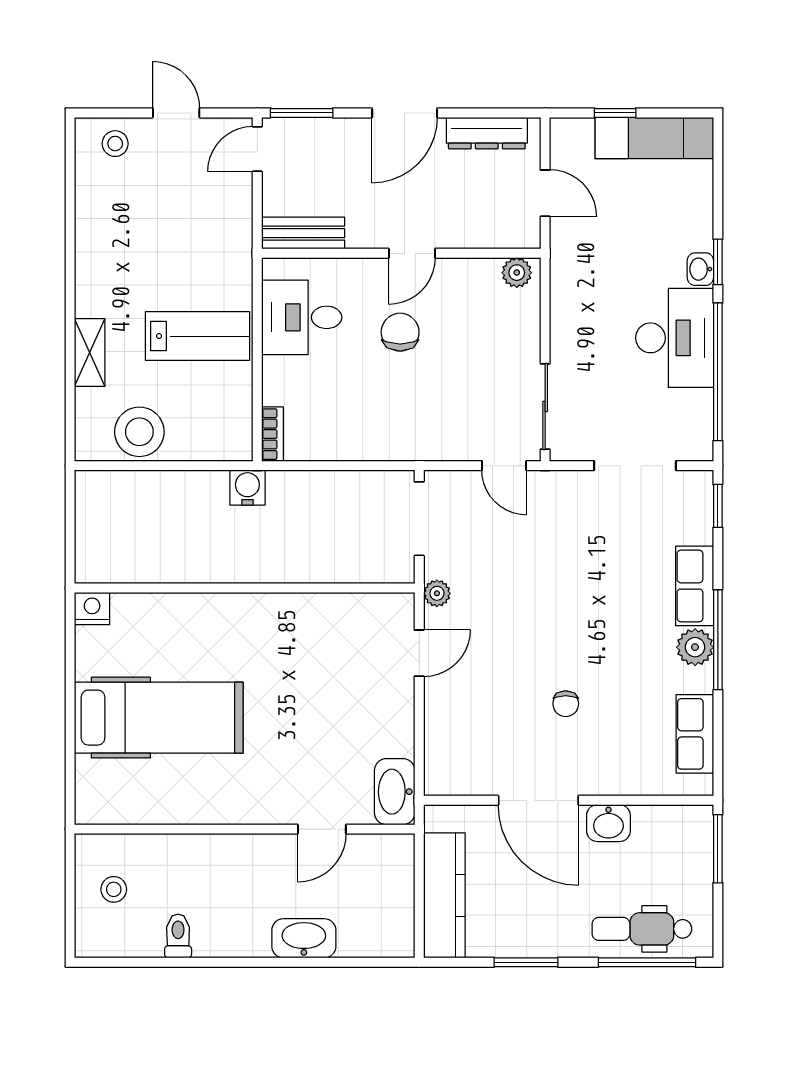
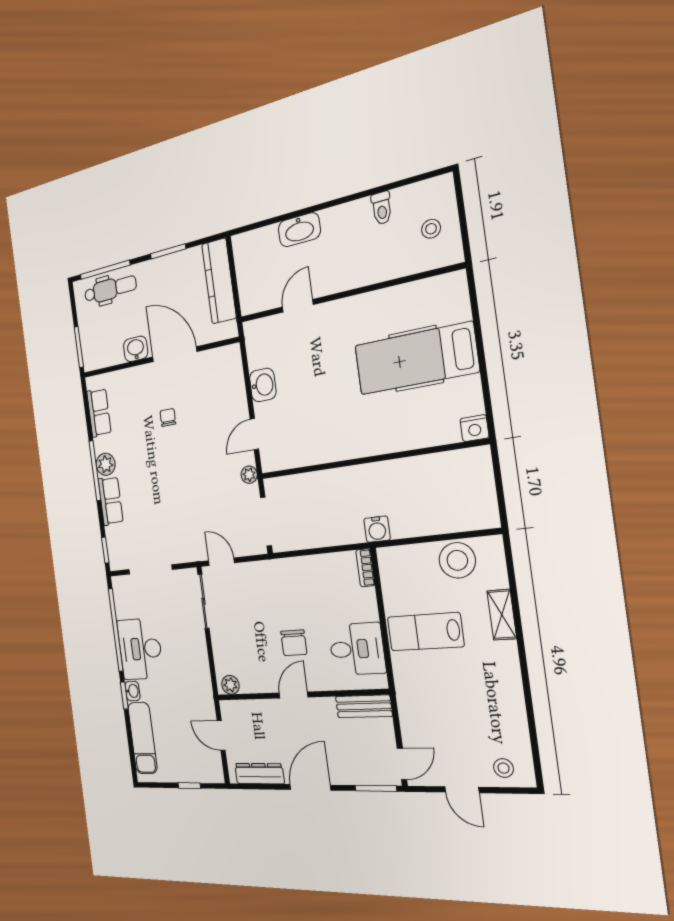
exam couch: (654, 138) -> (142, 738), moved, turned 90
washbasin: (395, 792) -> (263, 385), moved, width x0.72

